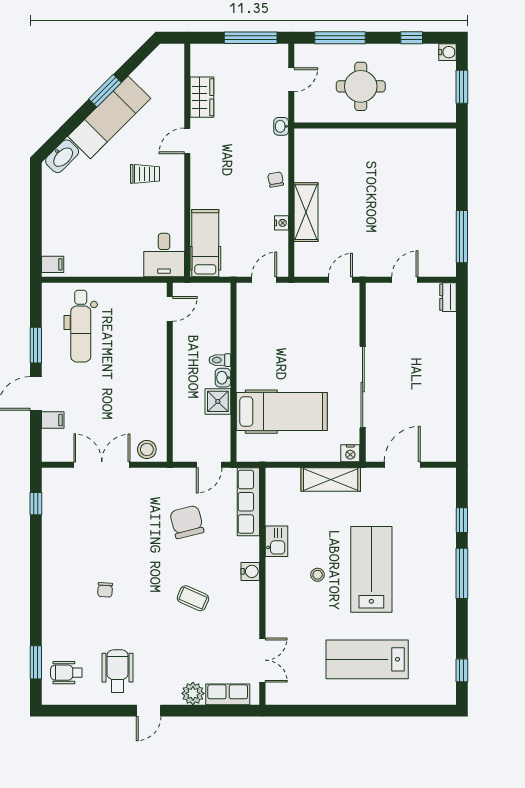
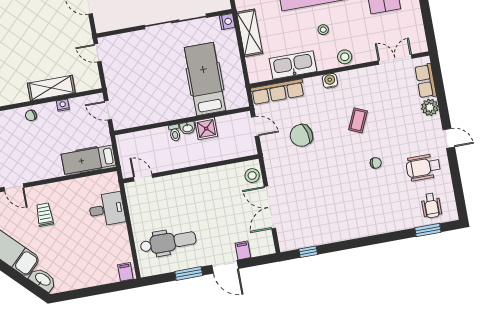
desk: (164, 255) -> (107, 209), moved
kitchen sink: (276, 541) -> (293, 65), width x1.88, depth x1.24
chair: (105, 590) -> (376, 163), moved
stool: (278, 596) -> (345, 57), added

